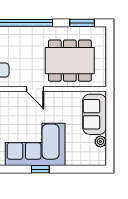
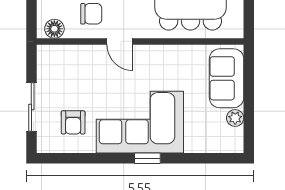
door: (35, 89) -> (120, 41), moved

